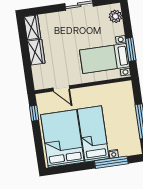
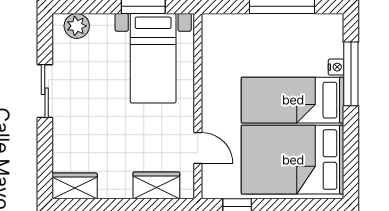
wardrobe: (36, 52) -> (156, 185), moved
door: (61, 88) -> (198, 148), hinge flipped

